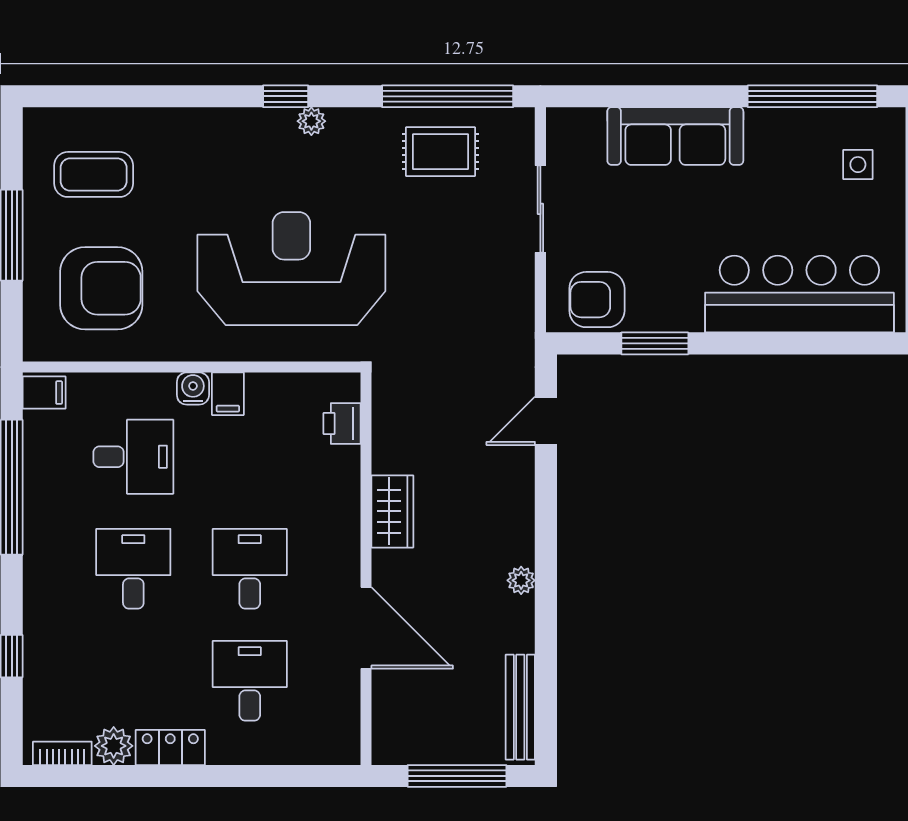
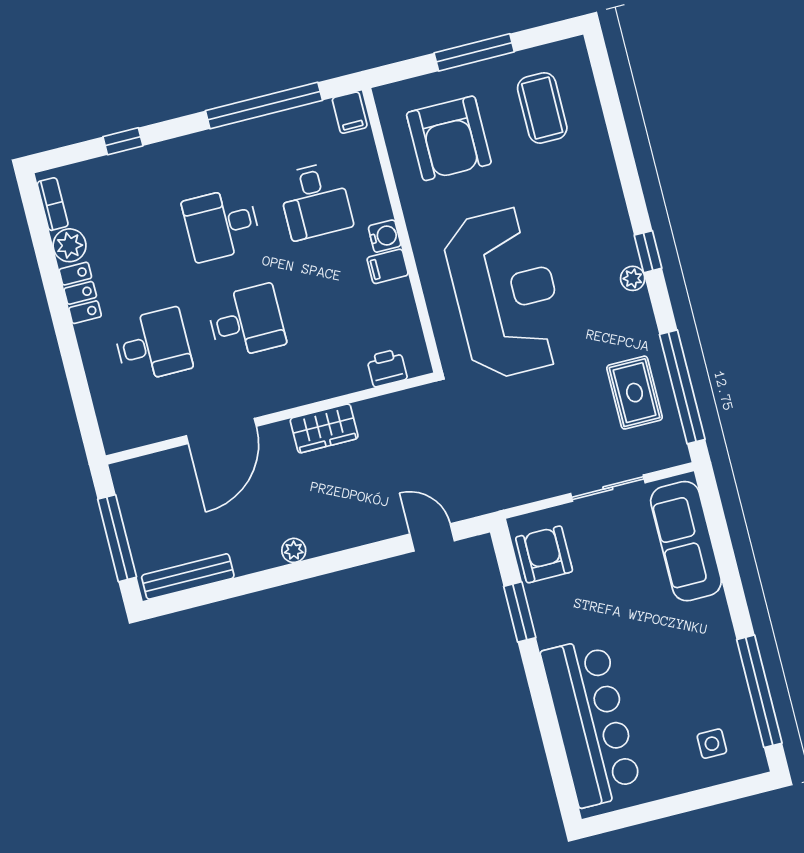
sofa: (675, 136) -> (686, 541), moved
desk: (133, 569) -> (222, 224), turned 180

